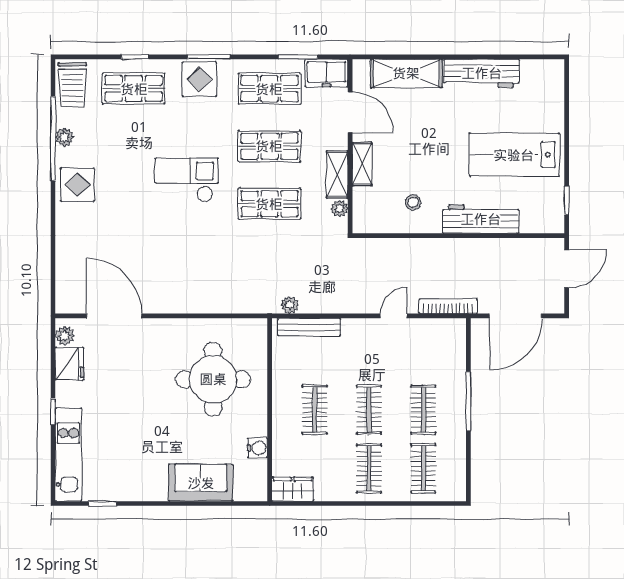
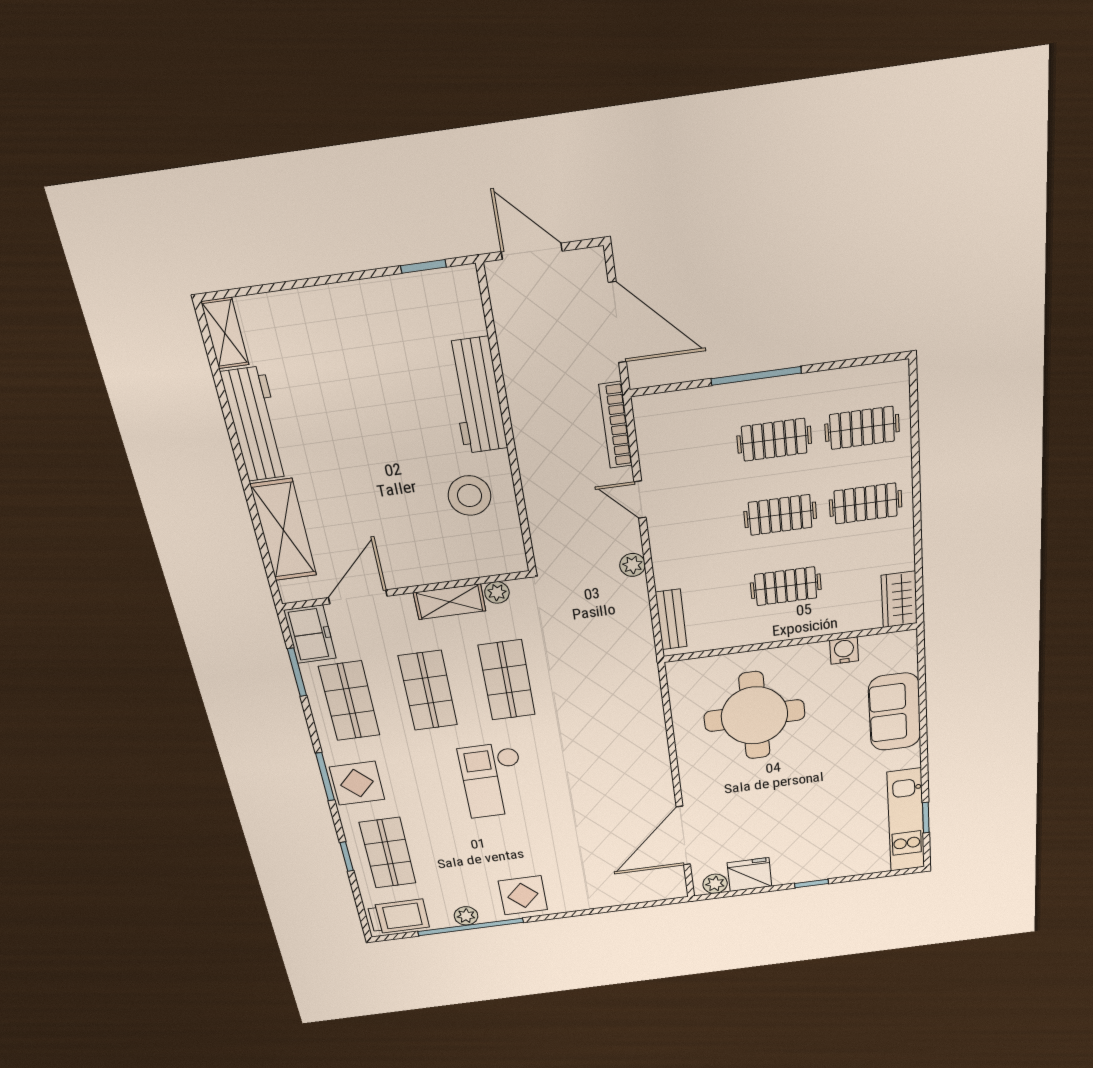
lab bench: (514, 155) -> (368, 358), removed
shelving: (362, 164) -> (225, 333), moved, turned 90
stool: (413, 202) -> (470, 496), width x1.89, depth x1.89
plant: (290, 305) -> (633, 565), moved
bench: (309, 327) -> (671, 619), width x0.73
kitchen unit: (68, 455) -> (906, 820), moved, turned -90

